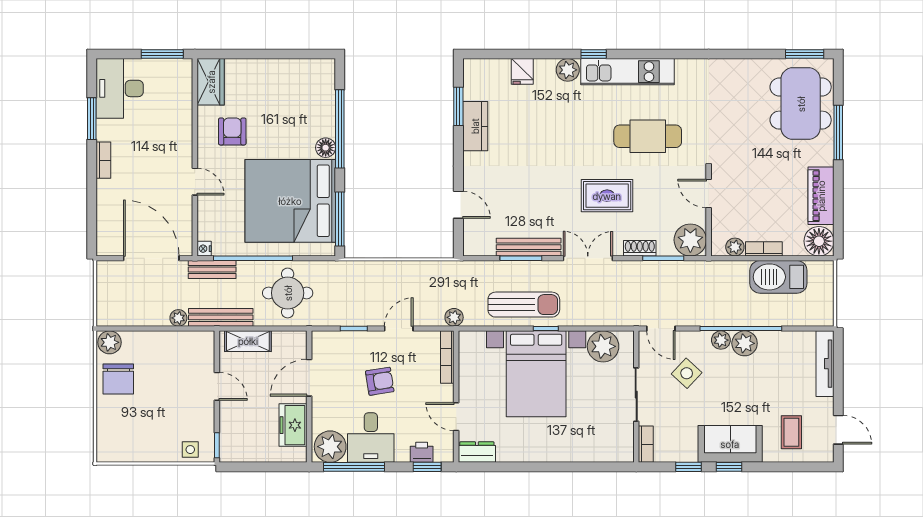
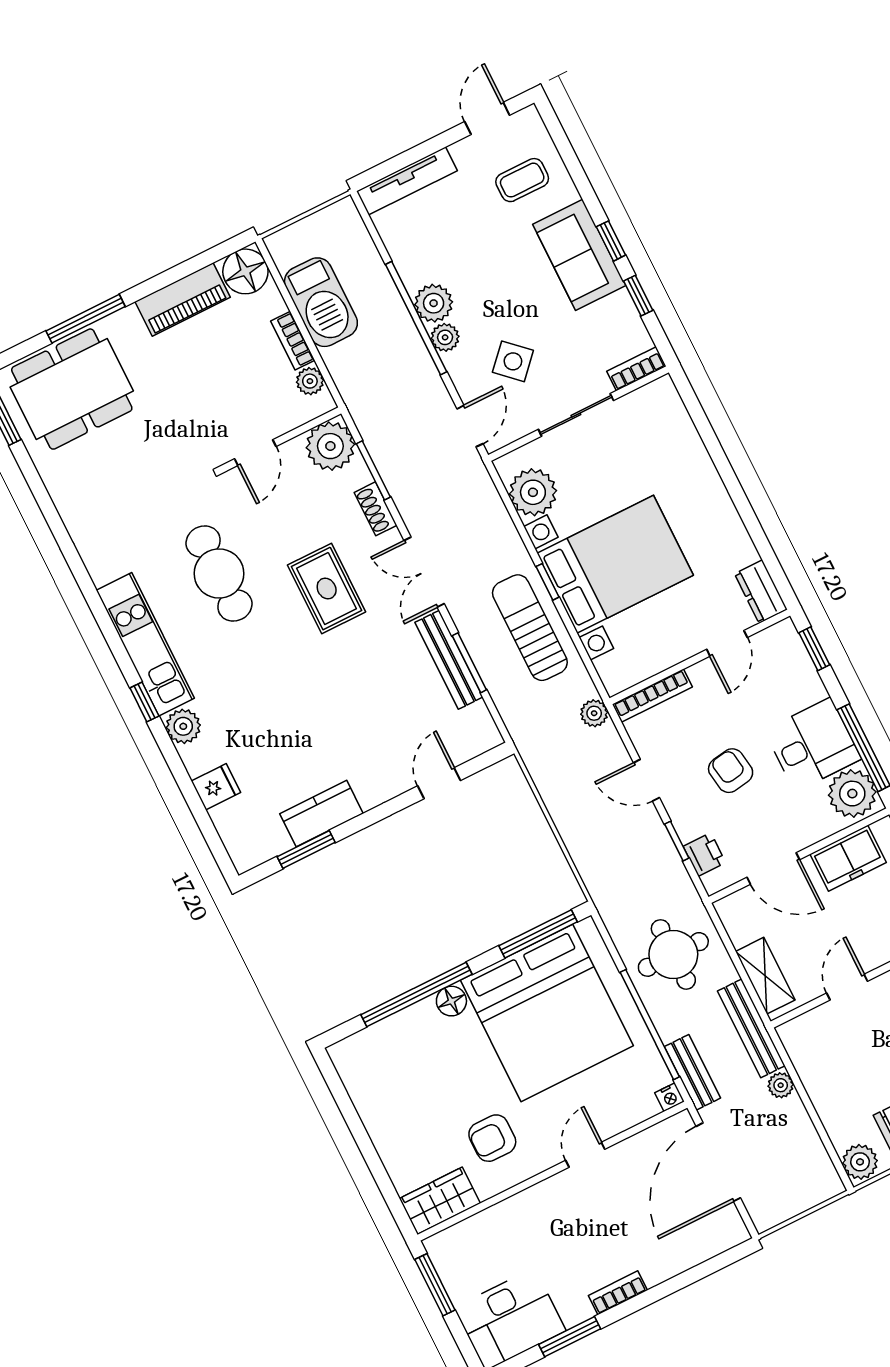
printer: (422, 452) -> (704, 855), moved, turned 180

